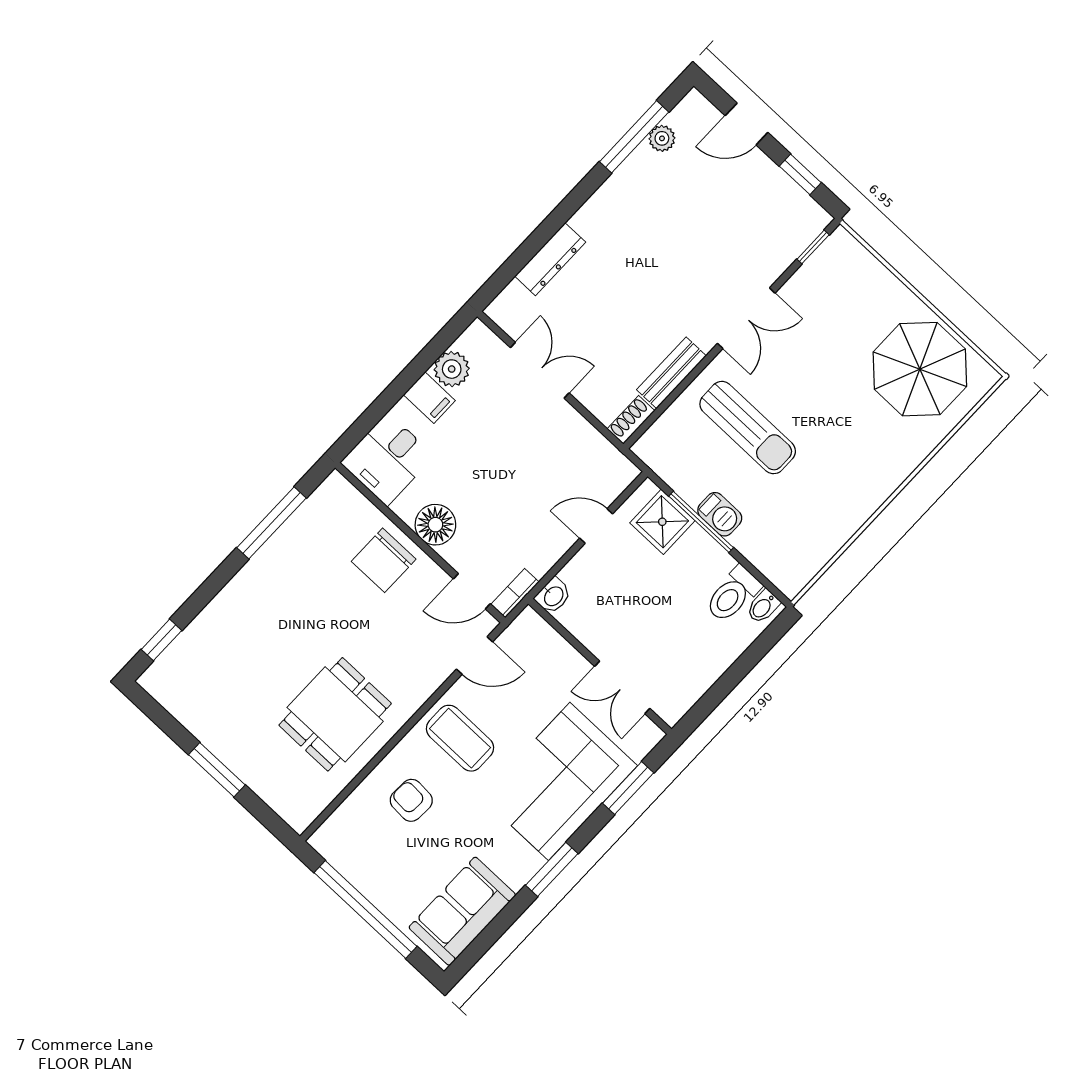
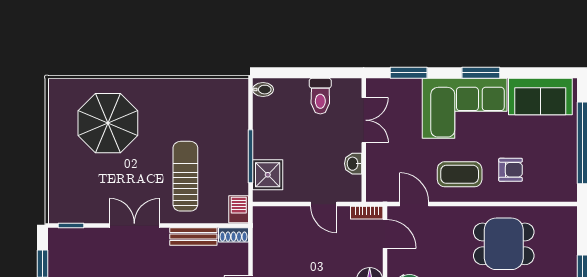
parasol: (920, 369) -> (108, 123), moved
barbecue: (720, 514) -> (239, 209), moved
door: (596, 526) -> (324, 204), moved
toilet: (733, 594) -> (320, 96), moved, turned 90
washbasin: (553, 596) -> (353, 164), moved, turned -90
coffee table: (460, 738) -> (460, 174), turned 90
corner sofa: (559, 781) -> (465, 108), moved
armchair: (411, 800) -> (511, 170), turned -93

